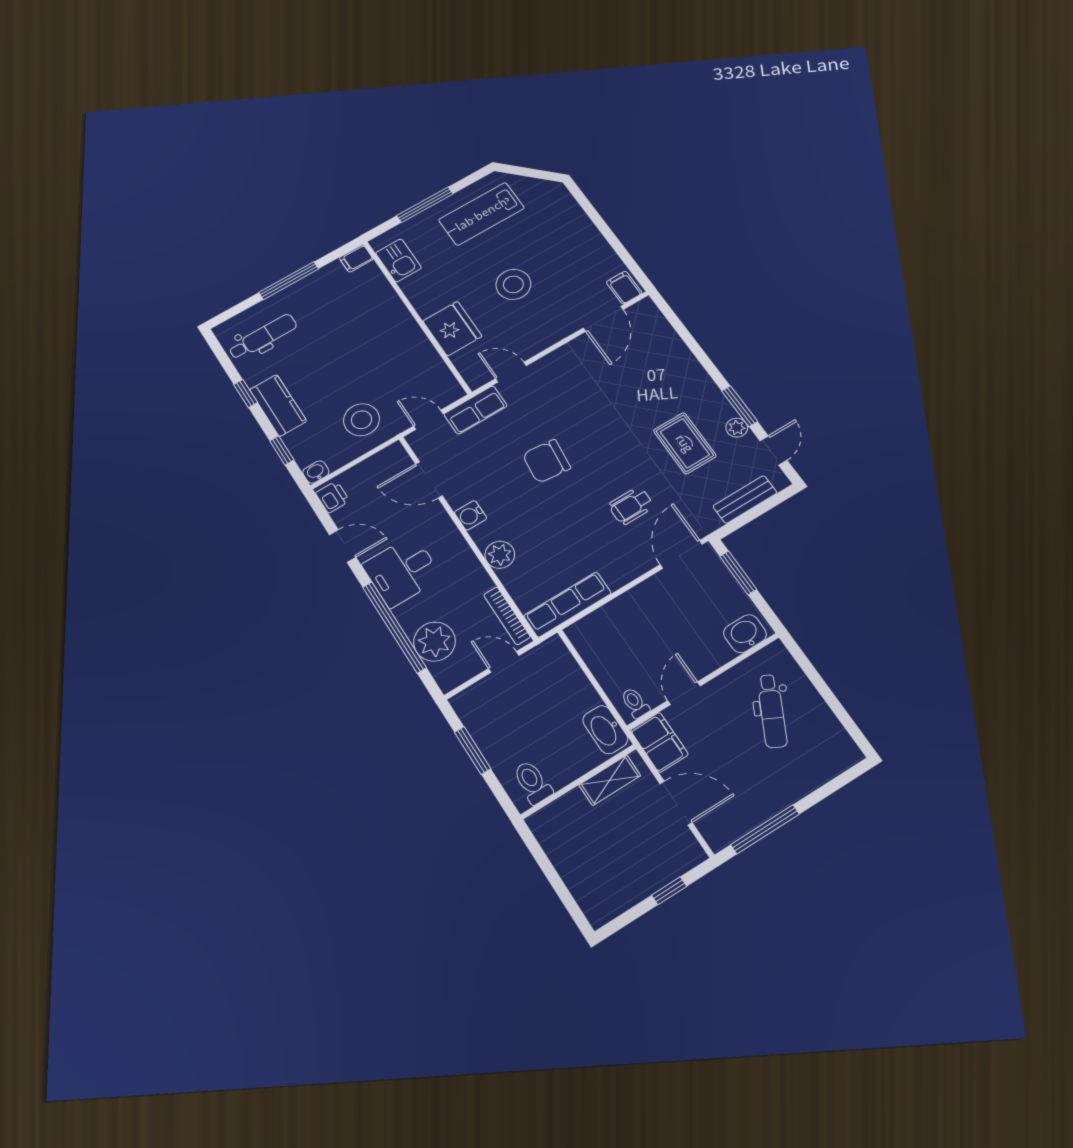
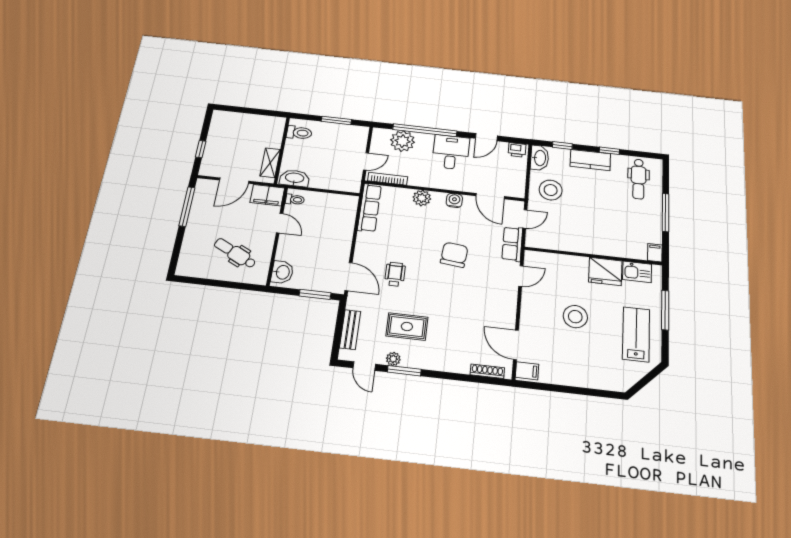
shoe rack: (661, 325) -> (487, 371), added
fridge: (452, 329) -> (605, 271), moved
washbasin: (316, 472) -> (540, 158), width x1.91, depth x1.45
door: (429, 480) -> (490, 196), swing flipped

